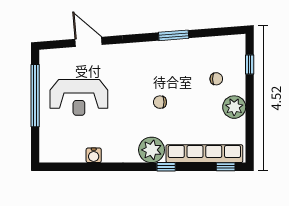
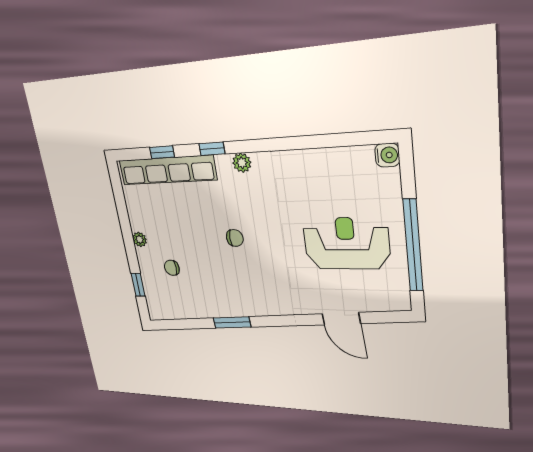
plant: (234, 107) -> (140, 239), width x0.53, depth x0.53
plant: (152, 150) -> (242, 163), width x0.53, depth x0.53
water cooler: (94, 155) -> (387, 155), moved, turned 90
window: (226, 167) -> (162, 152), moved

